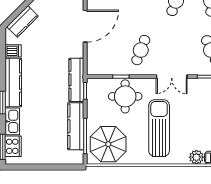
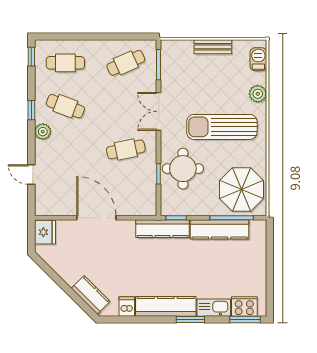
cafe table: (141, 50) -> (126, 149), turned -33
double door: (172, 77) -> (159, 111), swing flipped
plant: (196, 157) -> (258, 94), moved

